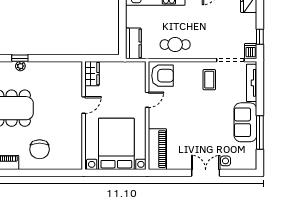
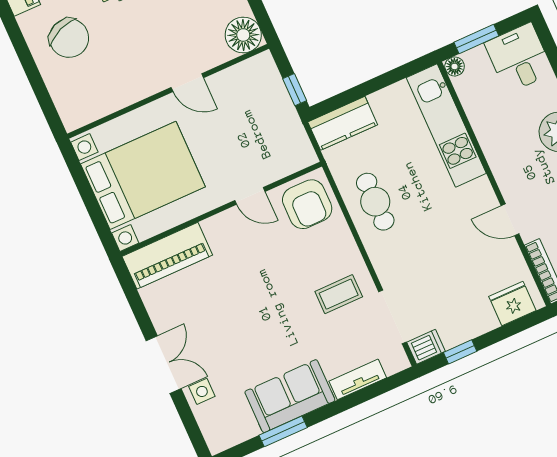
window: (108, 58) -> (295, 90), added
floor lamp: (73, 70) -> (243, 35), added
wardrobe: (92, 74) -> (252, 72), removed
tv unit: (252, 83) -> (358, 379), width x0.71
window: (260, 132) -> (283, 431), width x0.69
chair: (40, 149) -> (69, 38), turned -112

